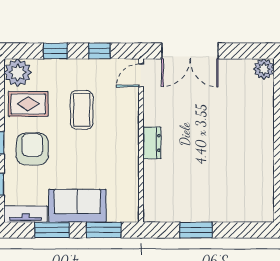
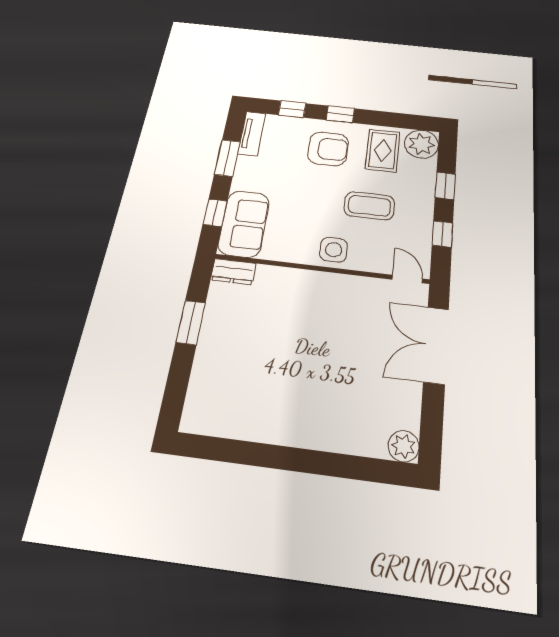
side table: (124, 133) -> (334, 250), added
dresser: (152, 143) -> (233, 272), moved
sofa: (77, 206) -> (244, 224), moved
window: (104, 230) -> (215, 213), width x0.67

